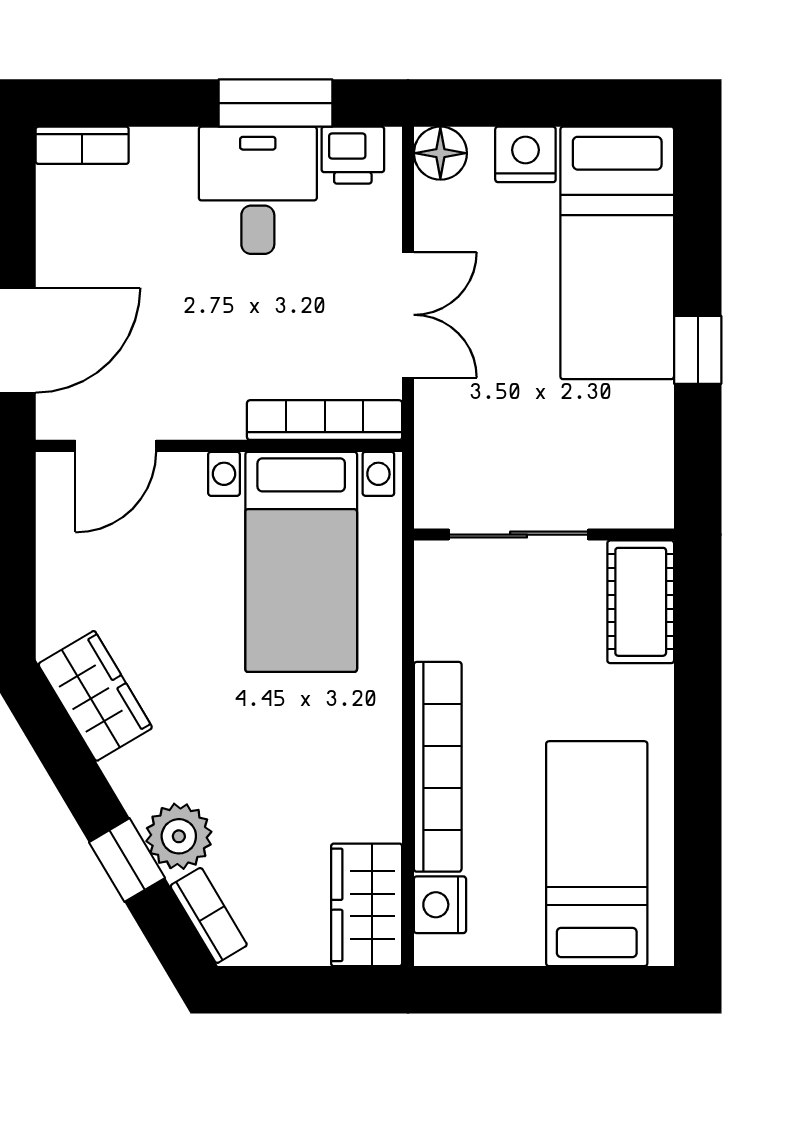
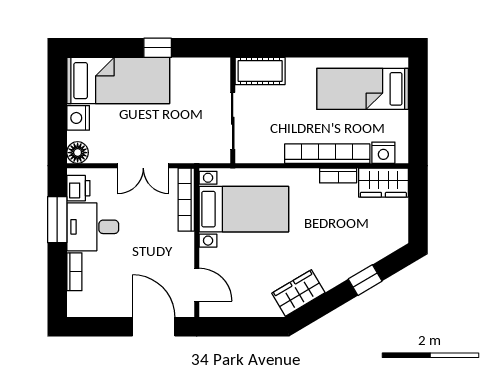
bookcase: (82, 145) -> (74, 272), moved
double door: (408, 315) -> (143, 166), swing flipped
plant: (179, 836) -> (356, 259), removed
bookcase: (209, 915) -> (338, 176), moved, turned -149

